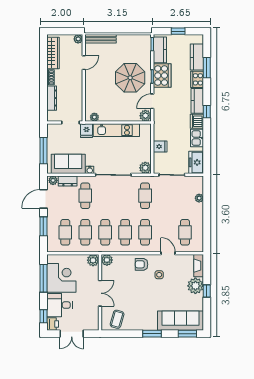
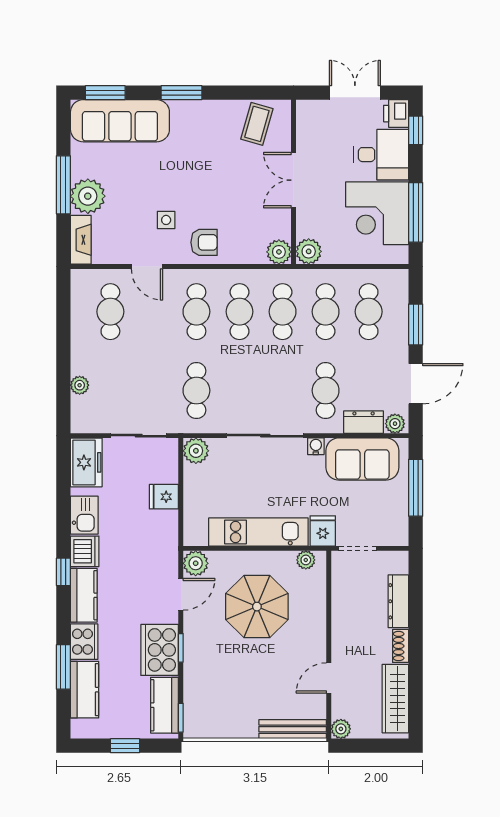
parasol: (130, 78) -> (257, 607), moved
window: (207, 291) -> (63, 185), width x2.17

